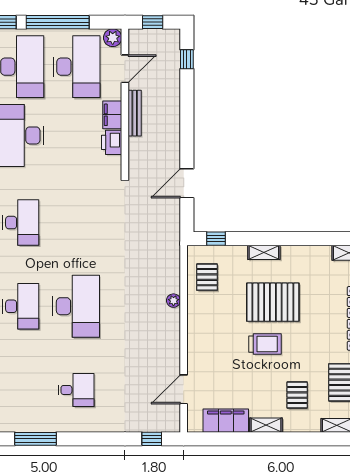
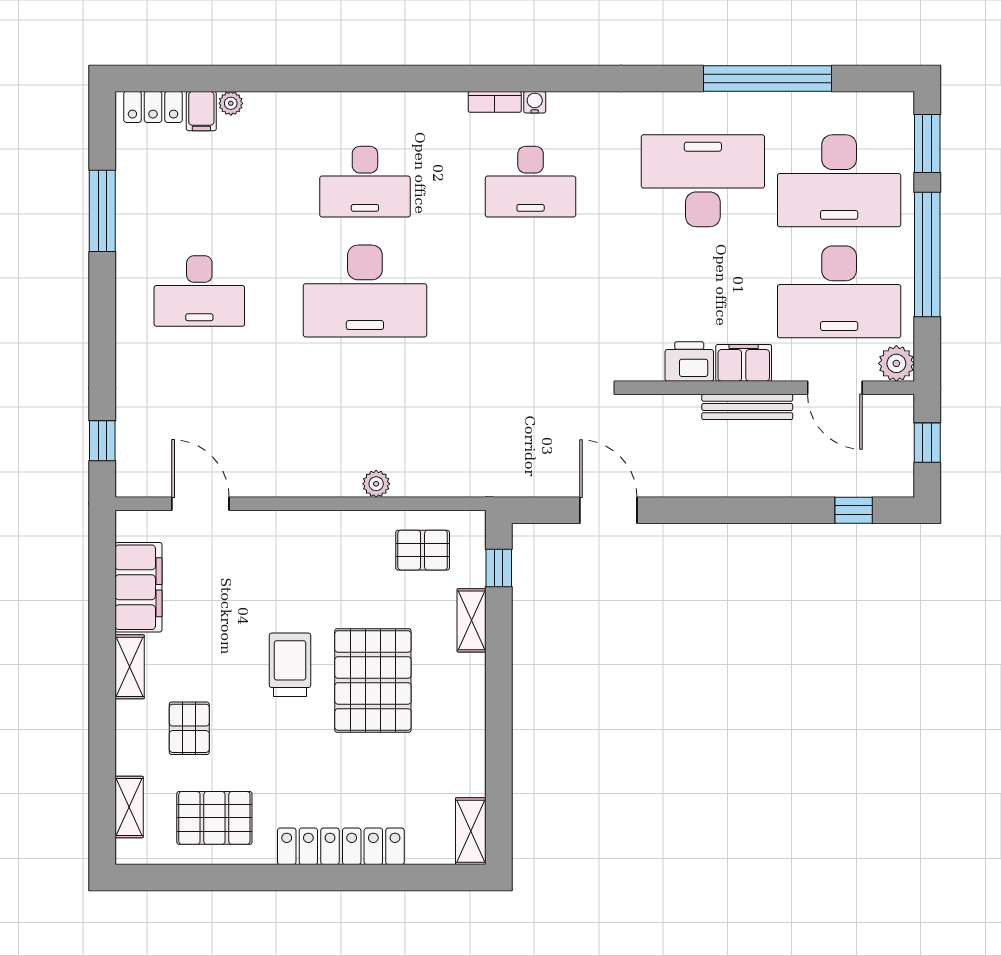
shelving: (264, 252) -> (472, 620), moved
trolley: (265, 344) -> (290, 665), turned 180
desk: (76, 390) -> (199, 291), width x1.37
pallet: (297, 395) -> (189, 728), turned 90

